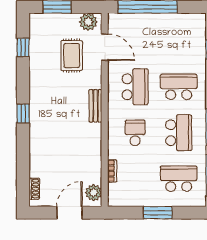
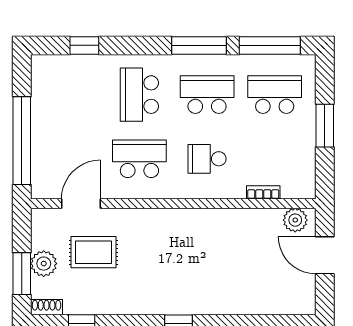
plant: (88, 22) -> (44, 264), moved
bench: (95, 106) -> (167, 217), removed
school desk: (179, 179) -> (275, 95), turned 90
shoe rack: (34, 189) -> (47, 307), moved

